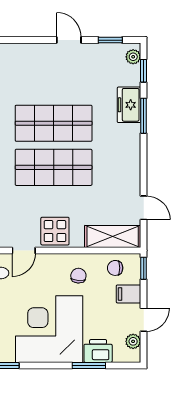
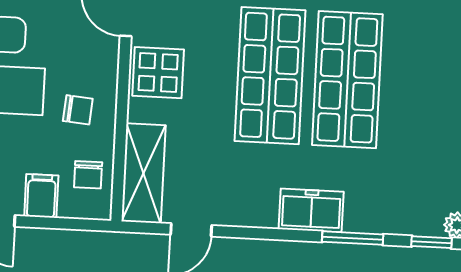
freezer: (129, 105) -> (311, 210), moved
chair: (115, 268) -> (88, 175), turned 180
window: (144, 268) -> (85, 225), removed

